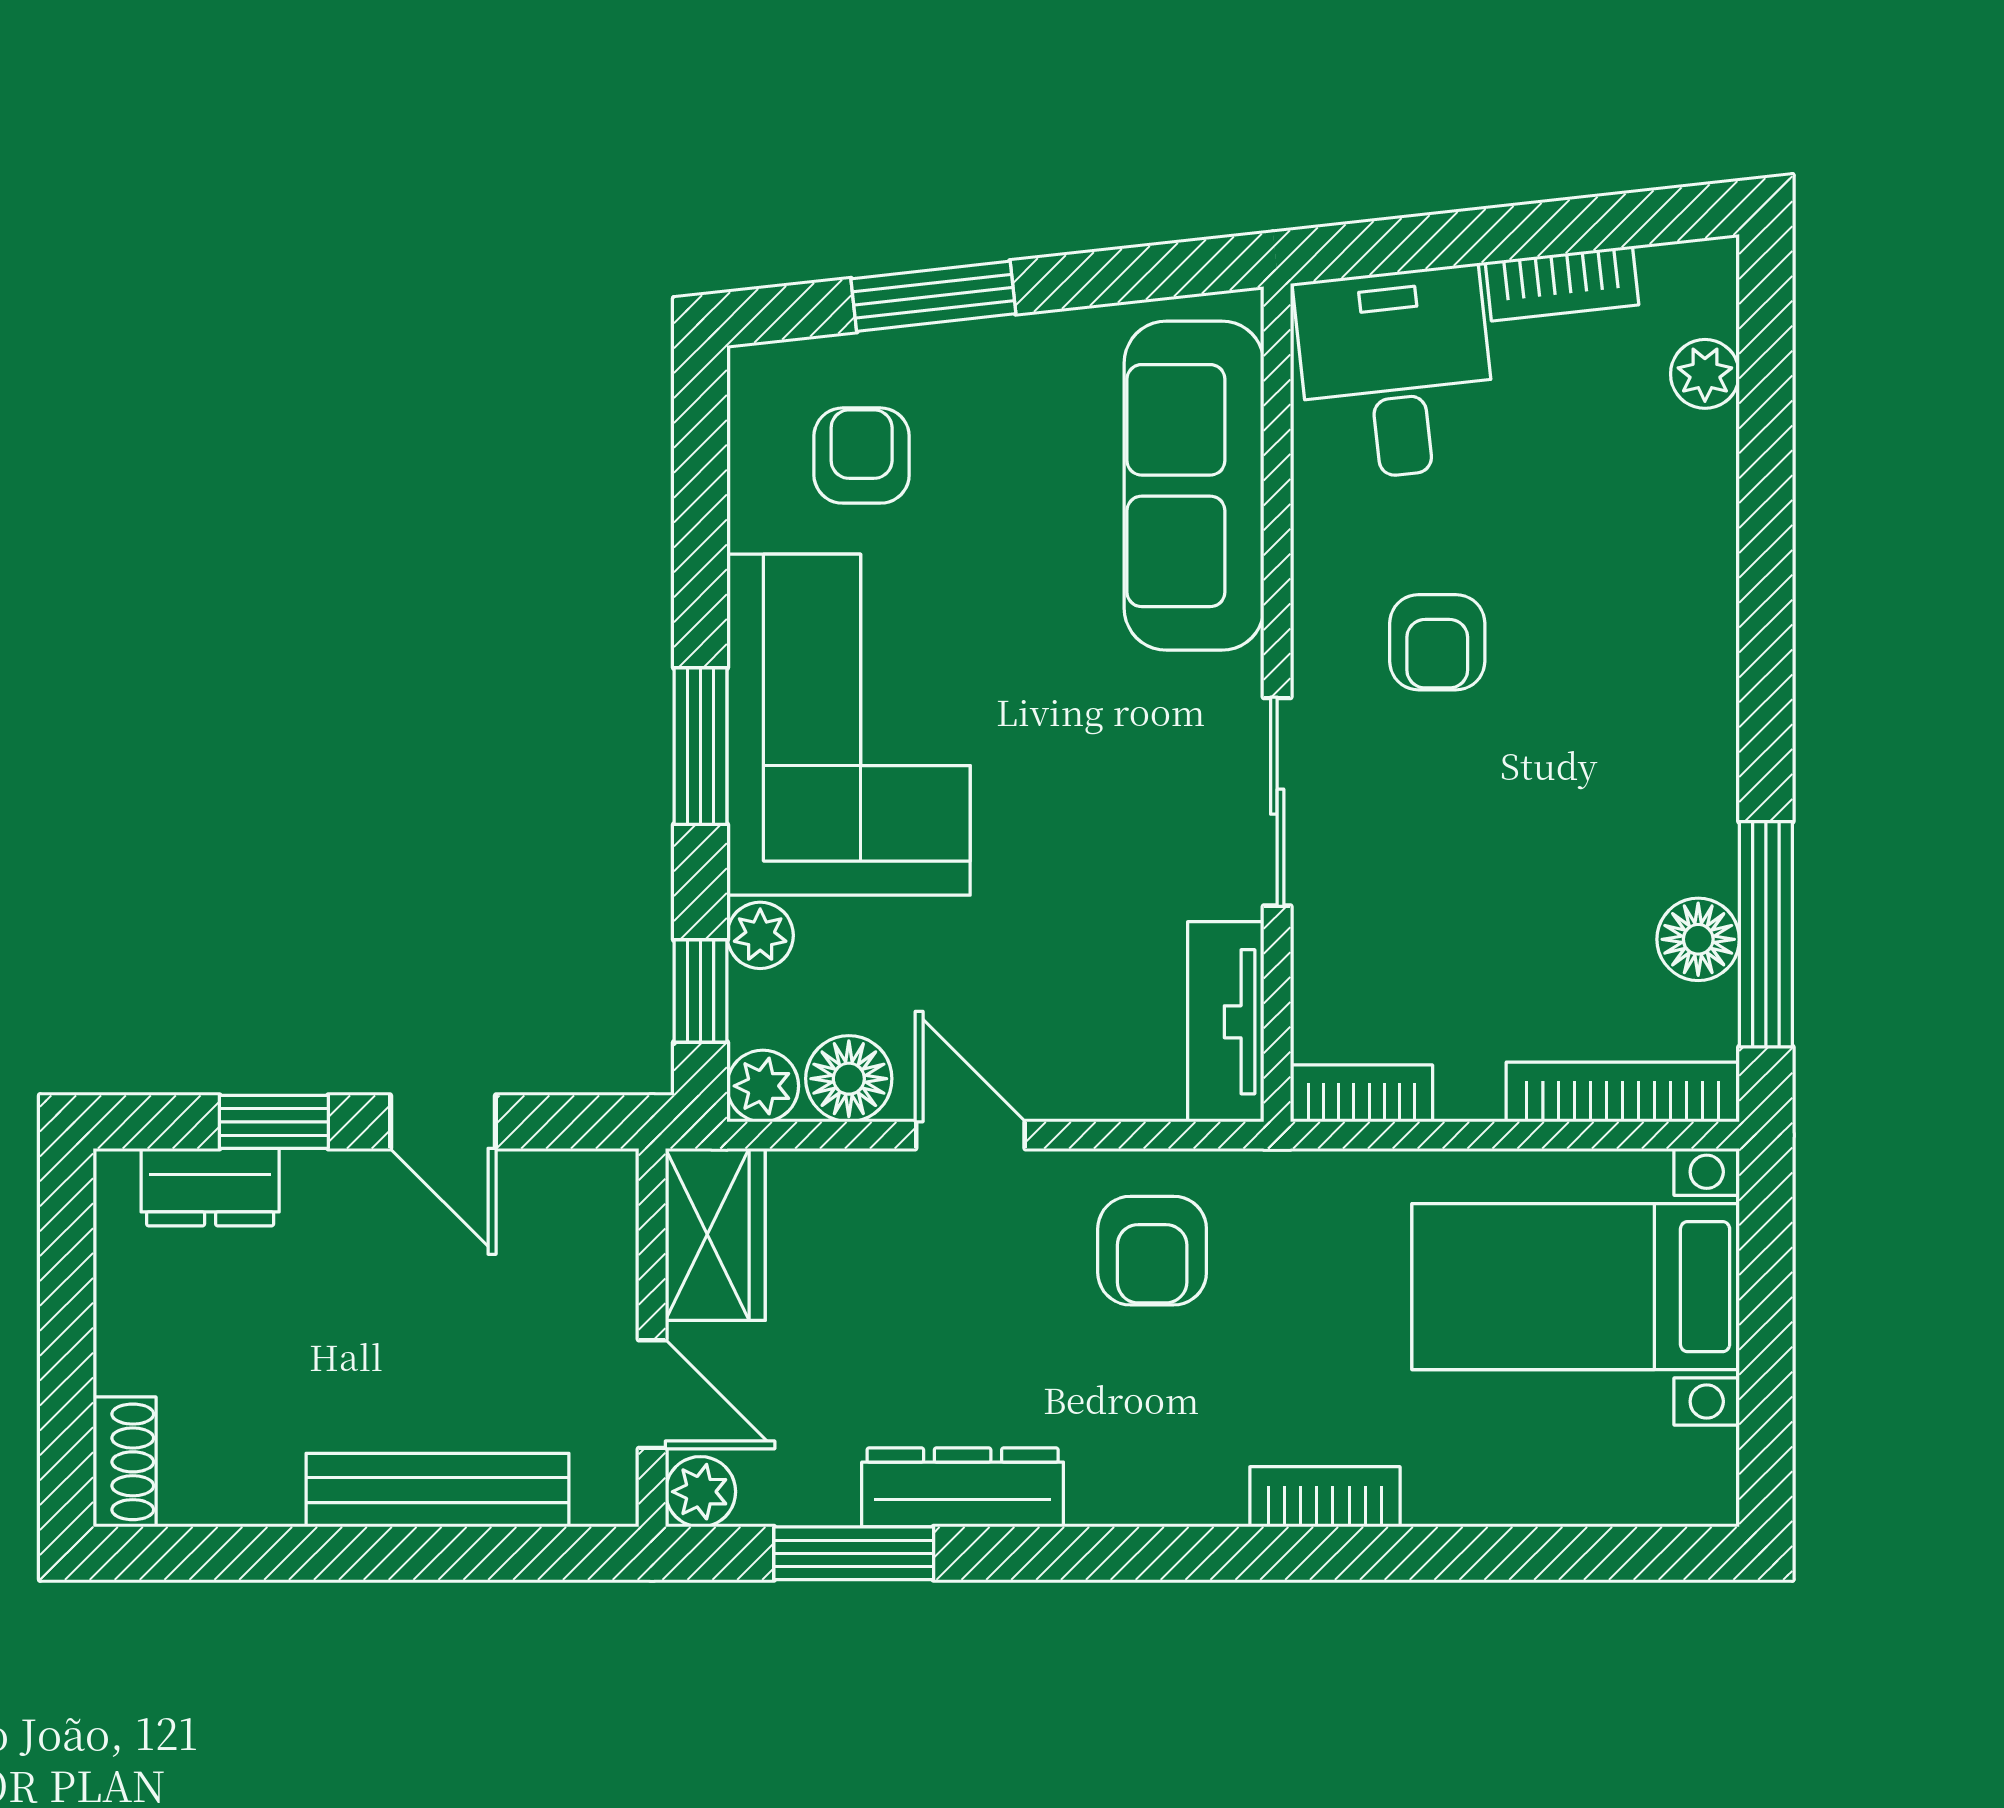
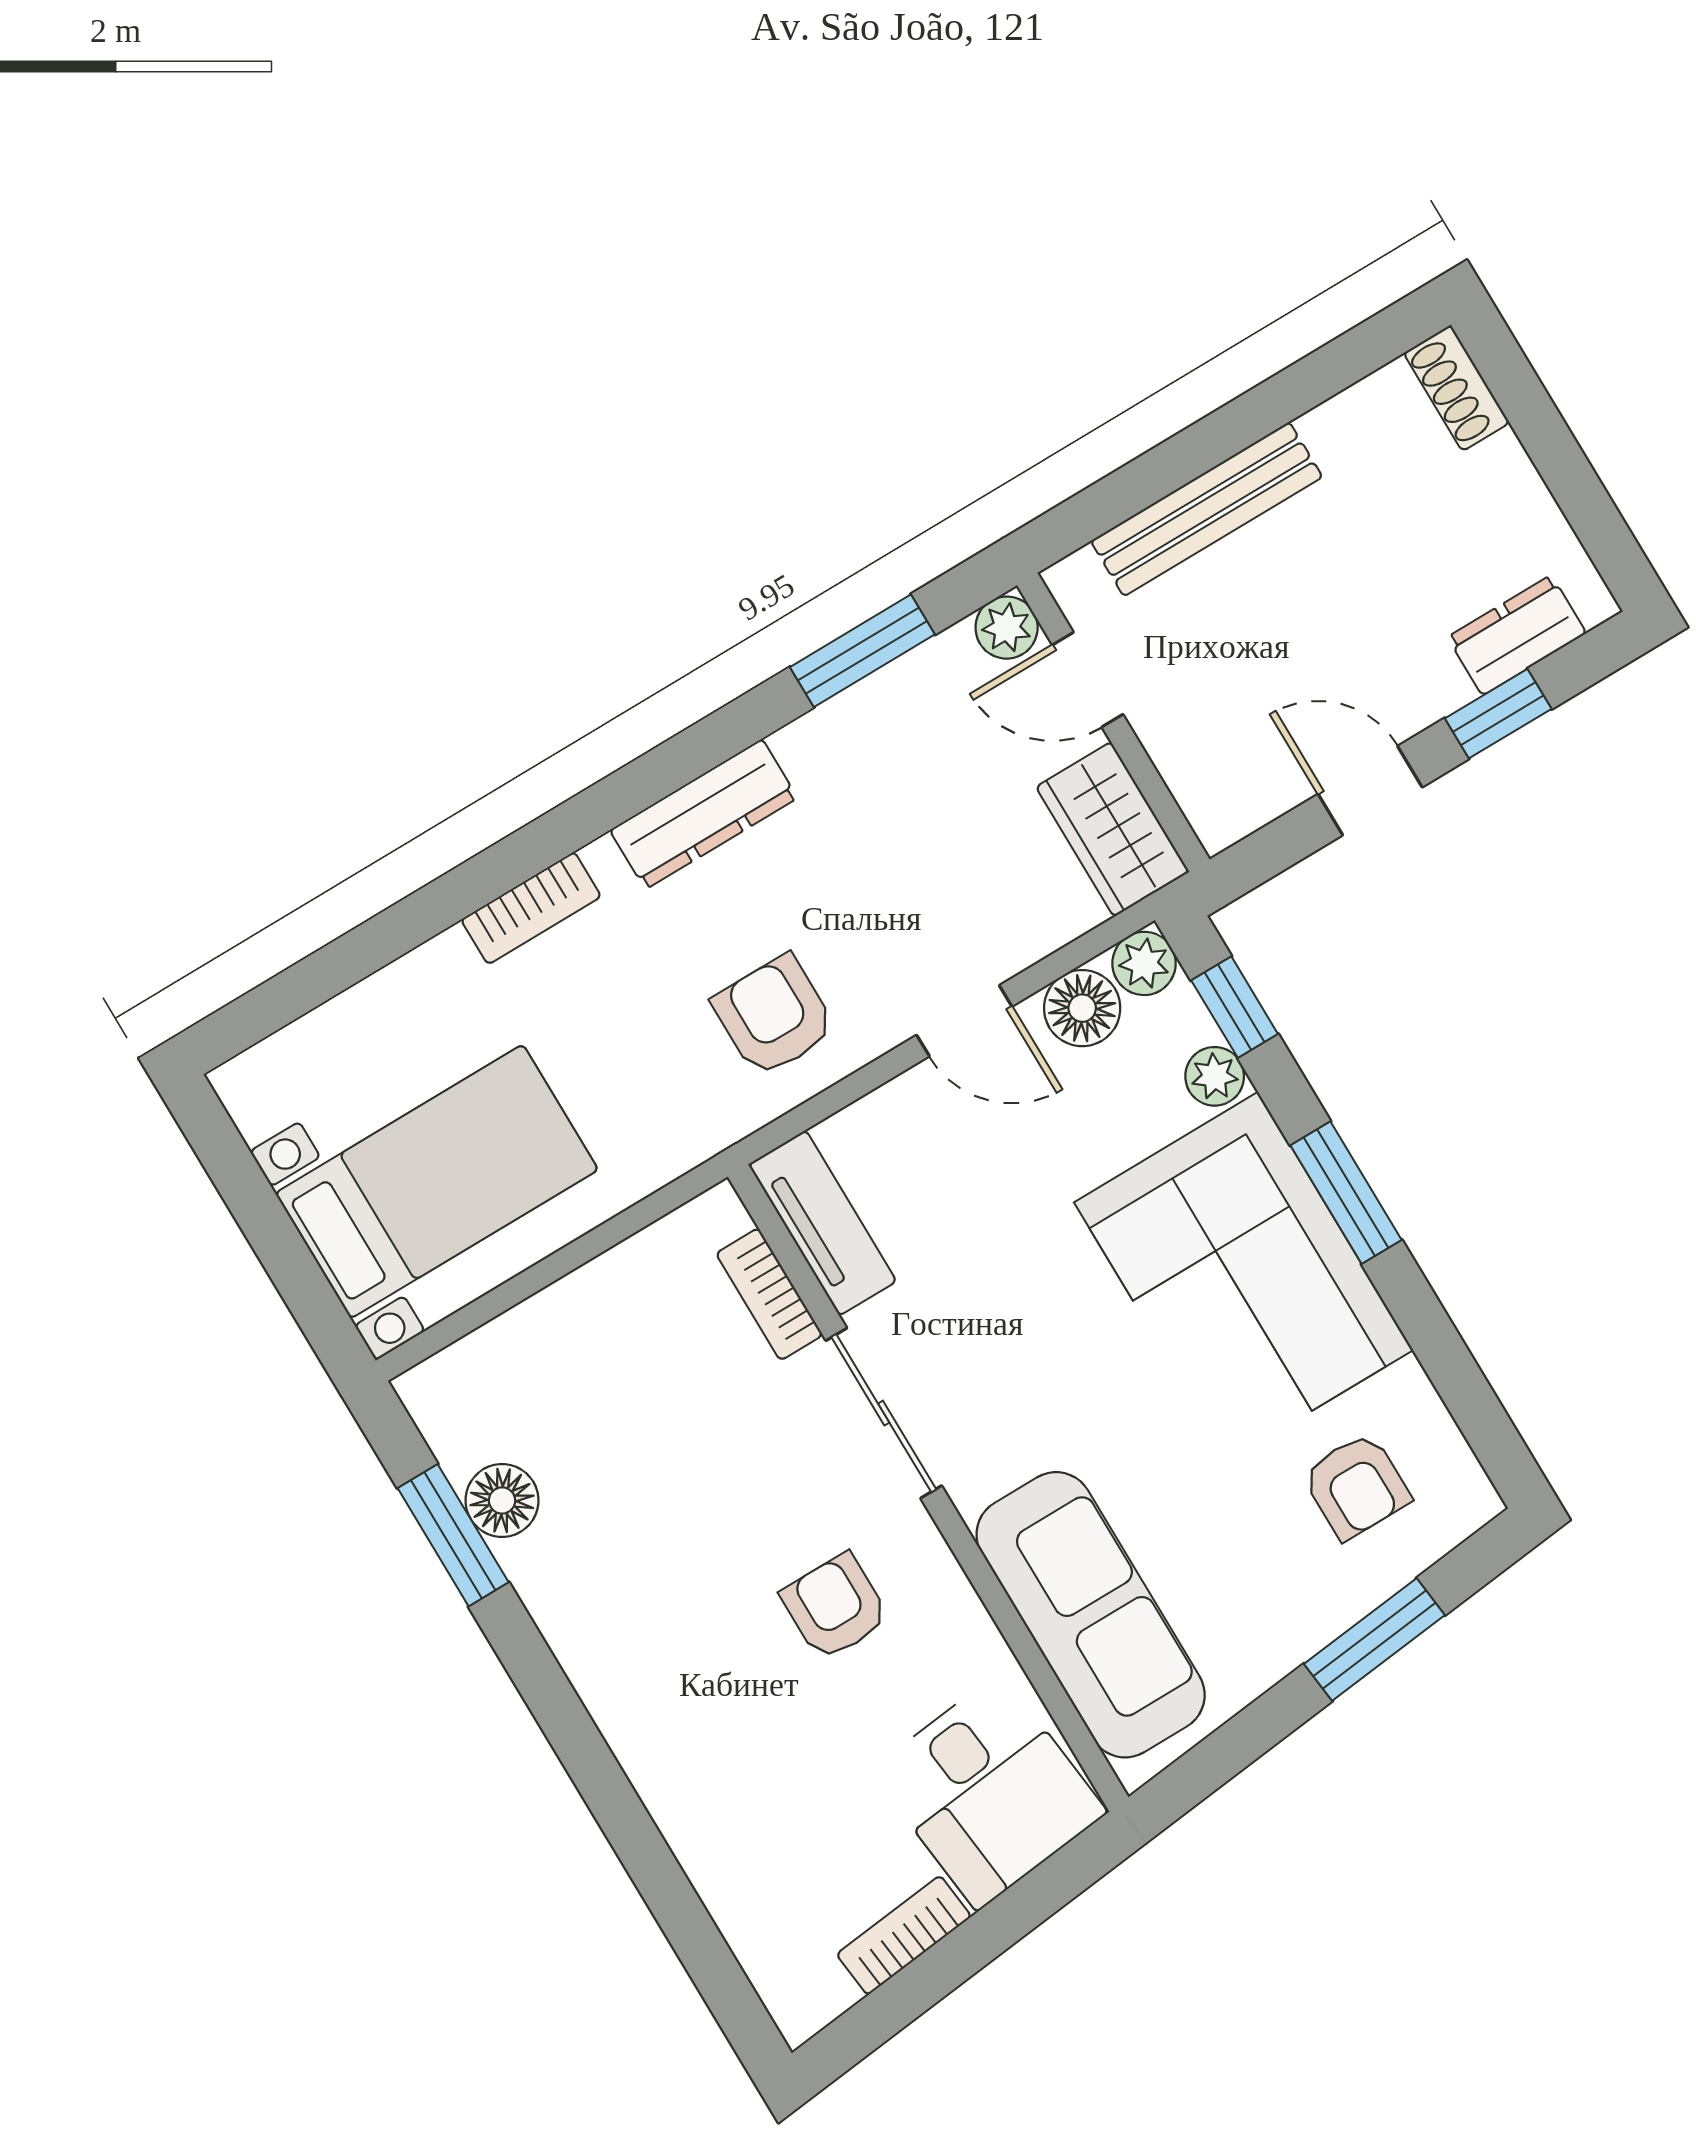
plant: (1705, 374) -> (754, 1932), removed
window: (1766, 934) -> (453, 1535), width x0.69
bookcase: (1623, 1092) -> (490, 1350), removed
bookcase: (1361, 1093) -> (769, 1294), moved, turned 90
dresser: (963, 1487) -> (704, 814), moved

